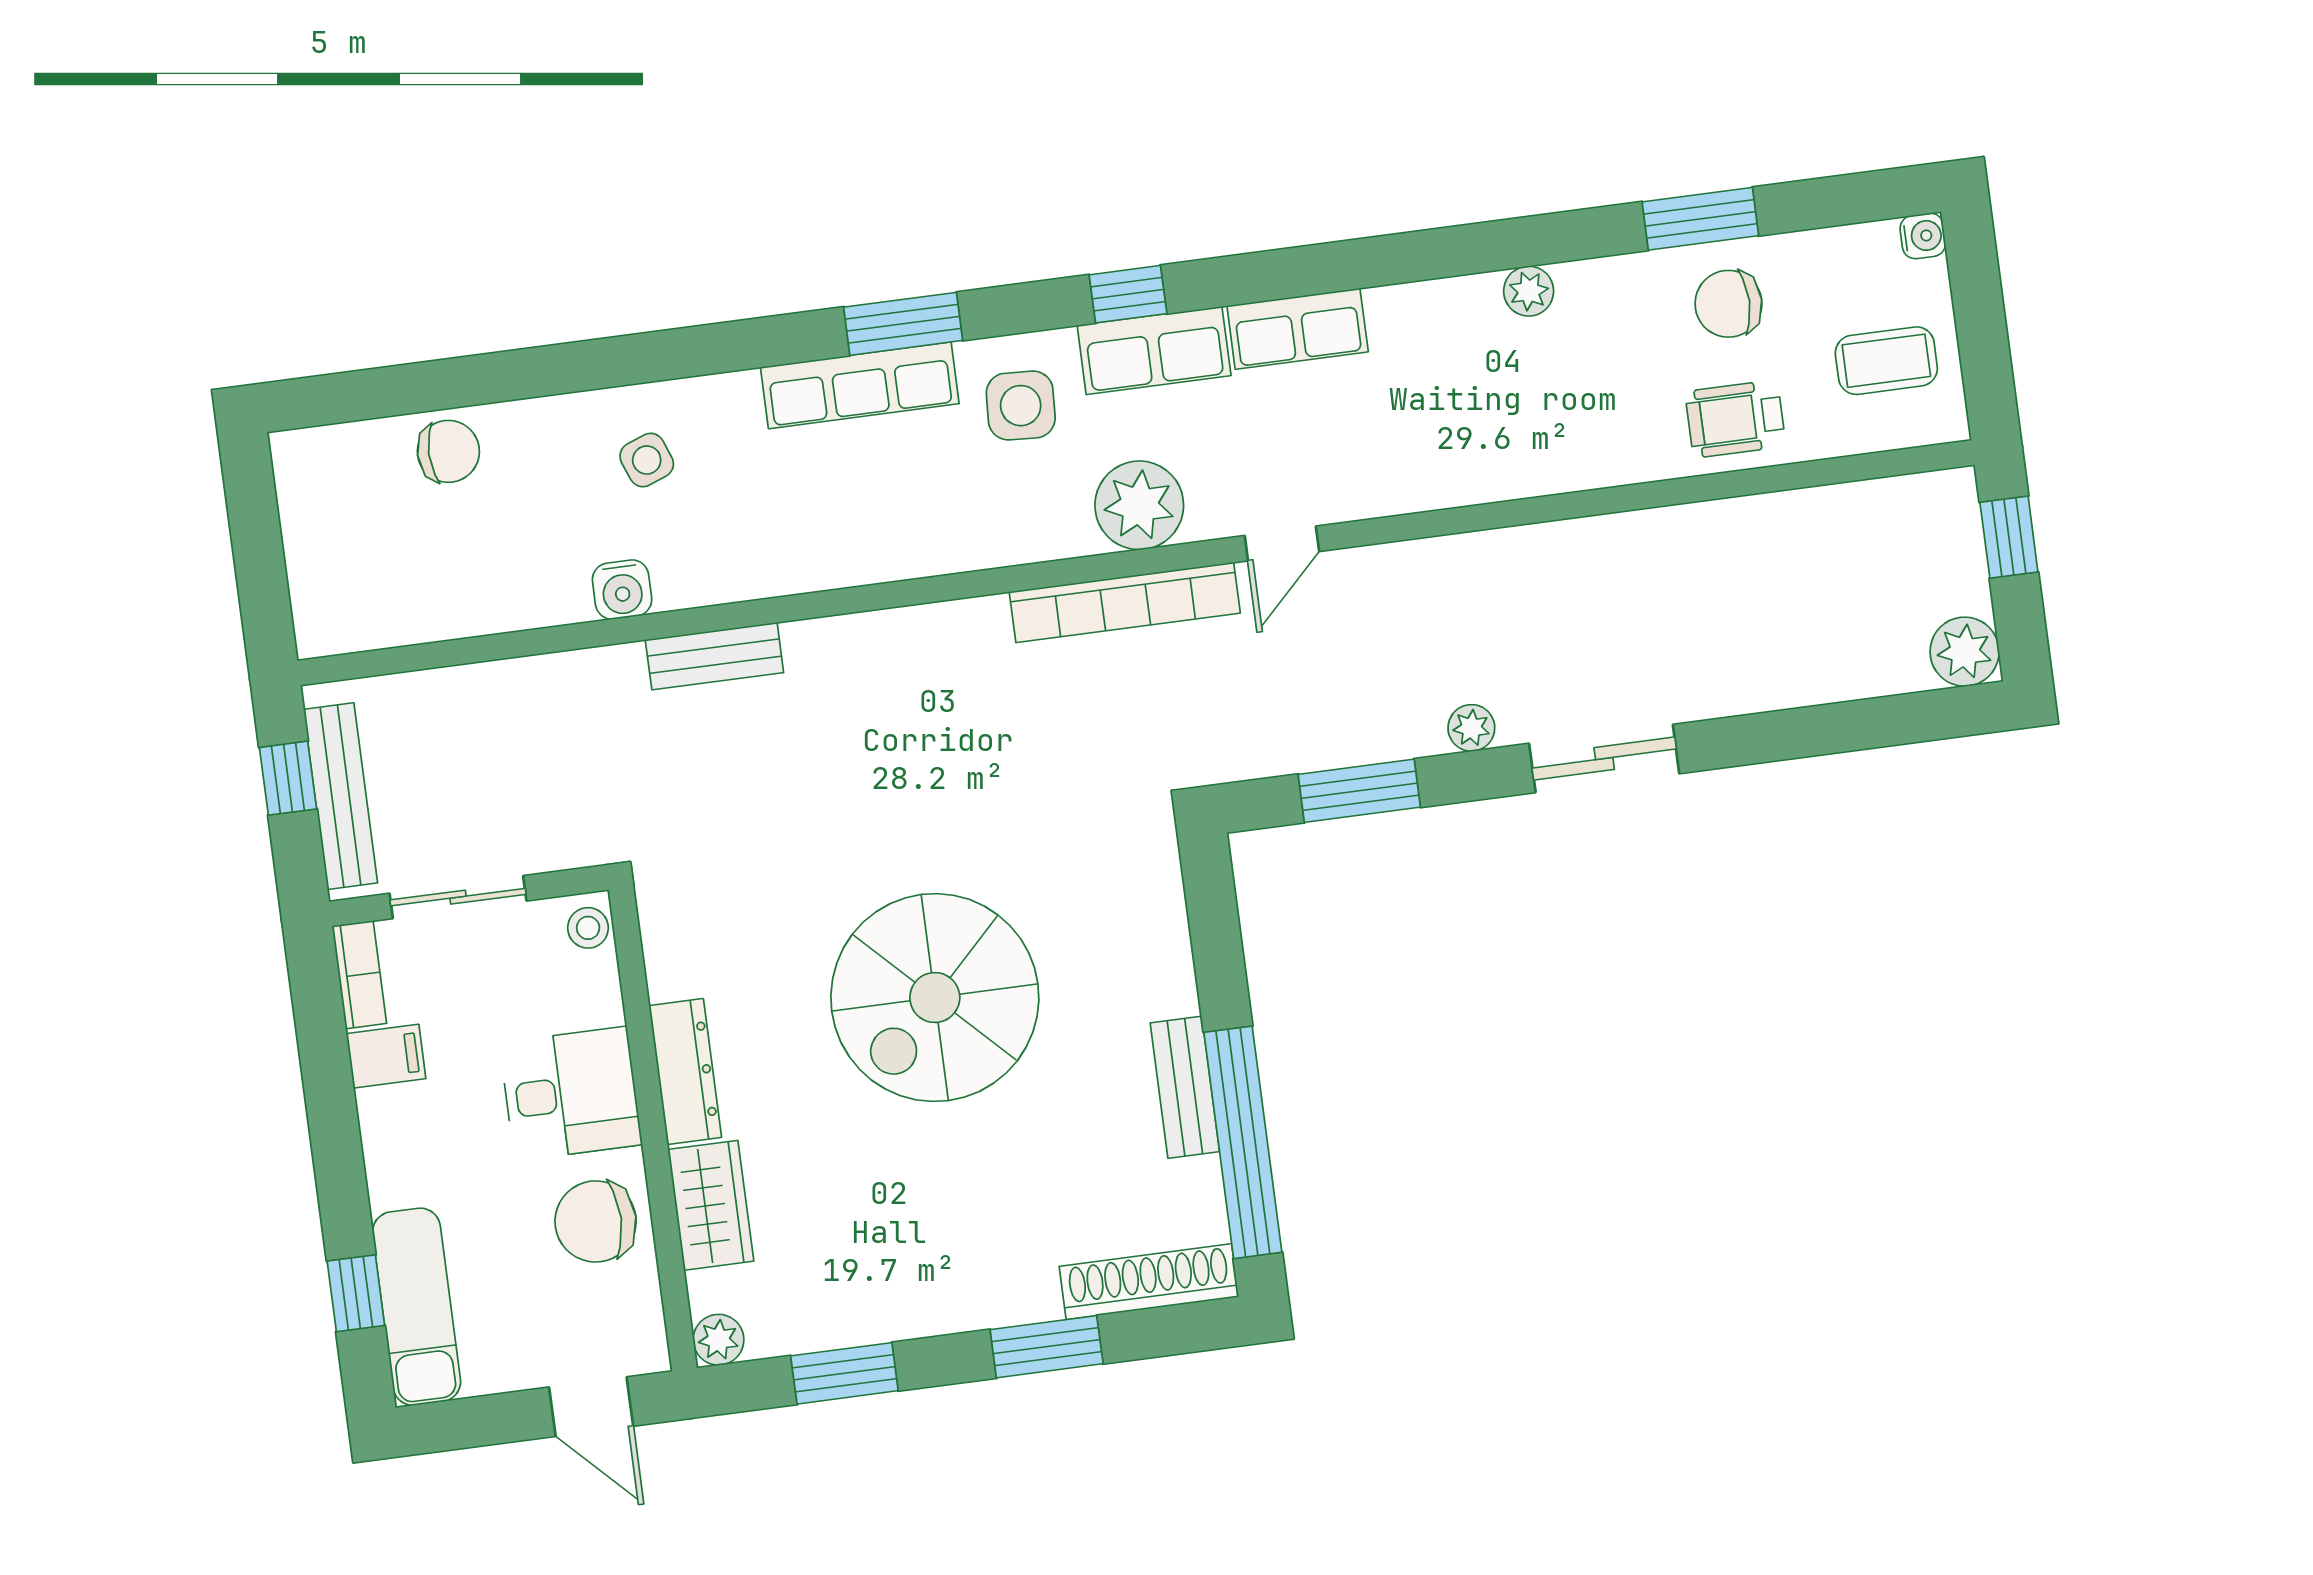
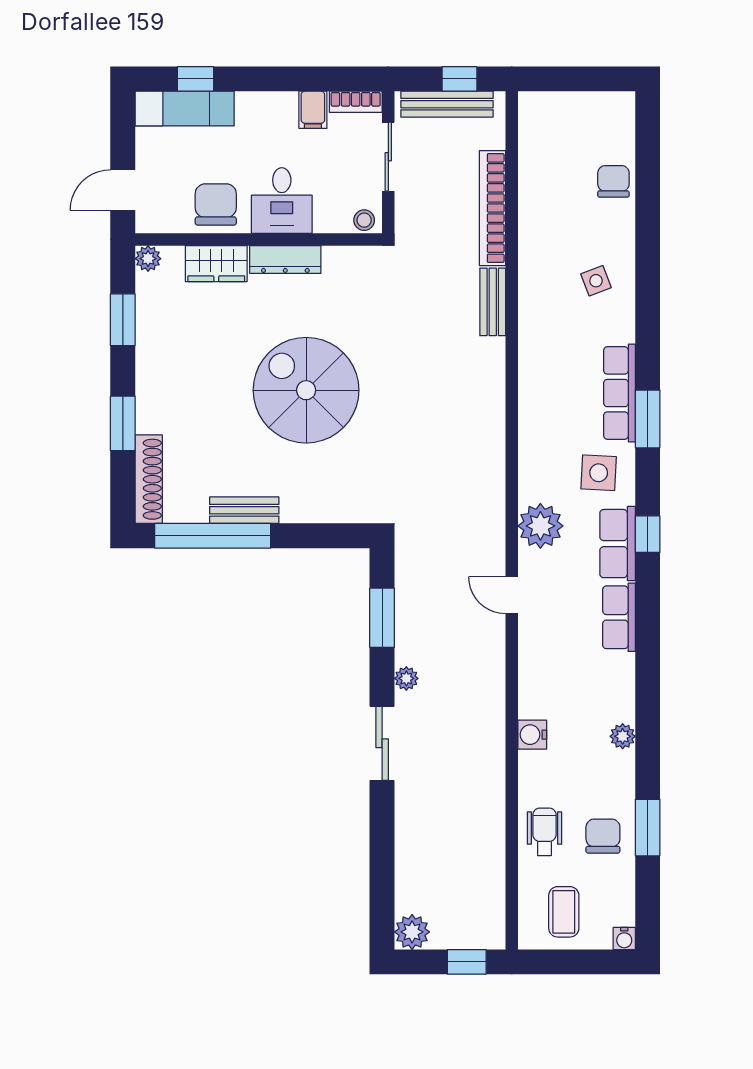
chair: (448, 451) -> (613, 181), turned 180
water cooler: (622, 590) -> (532, 735), moved
bookcase: (1125, 602) -> (493, 208), moved

